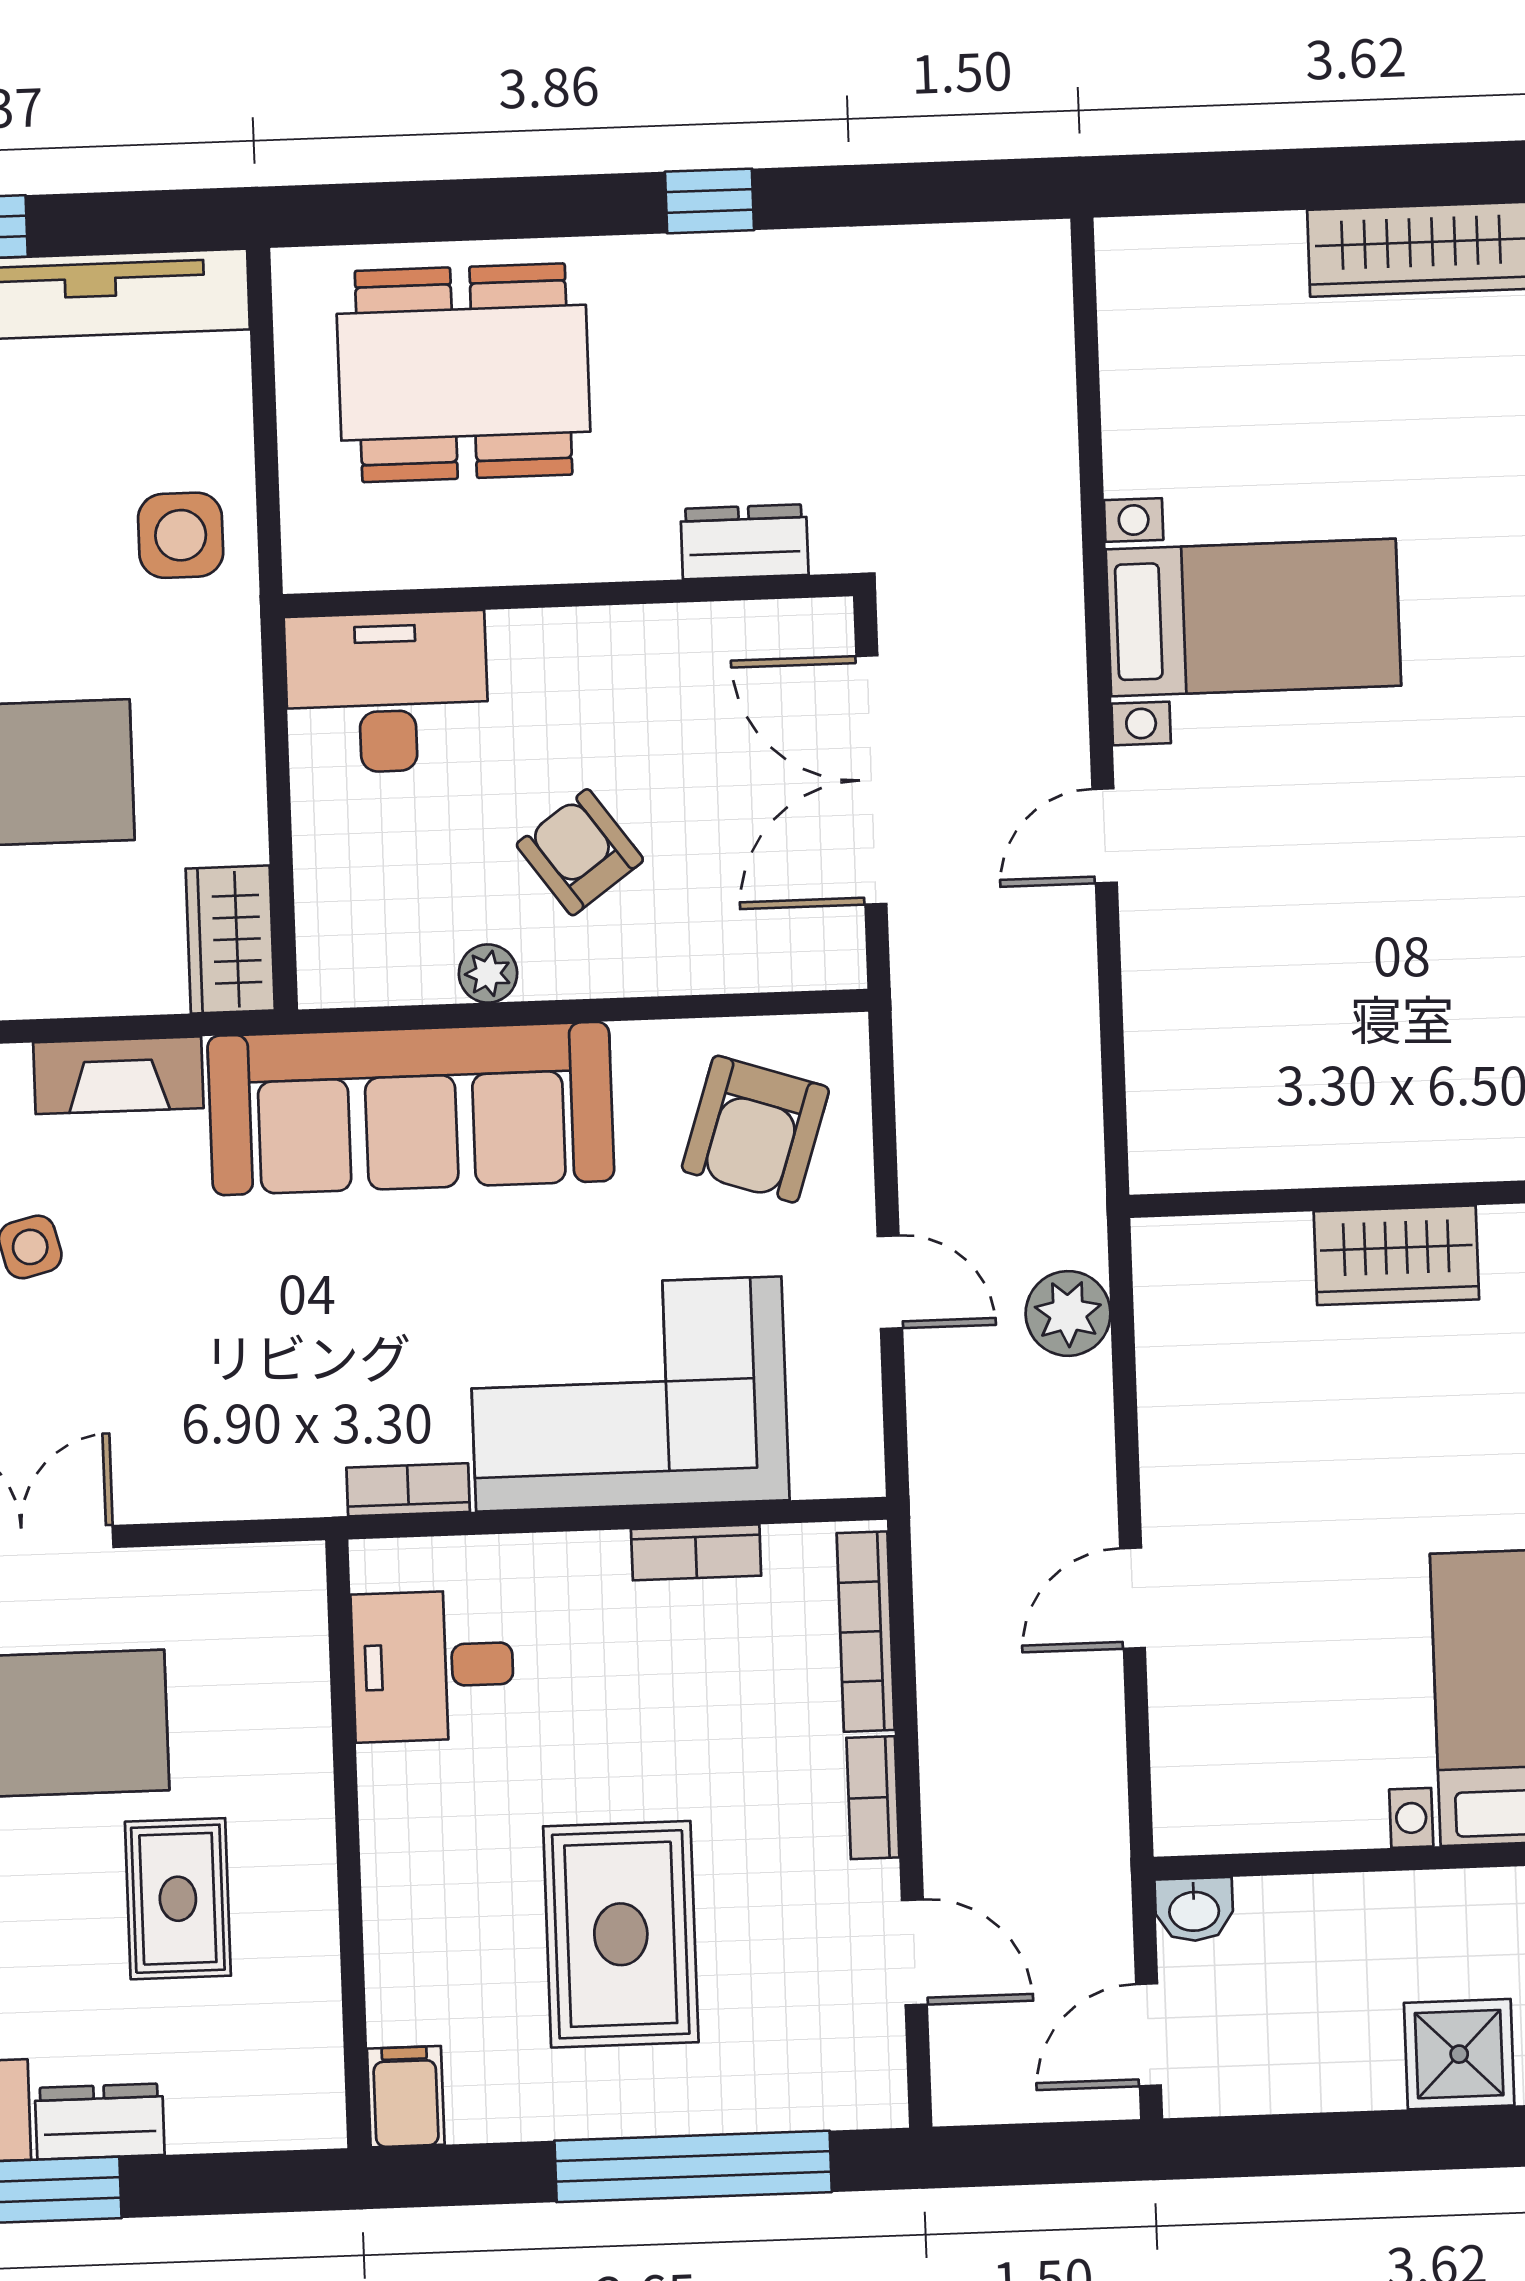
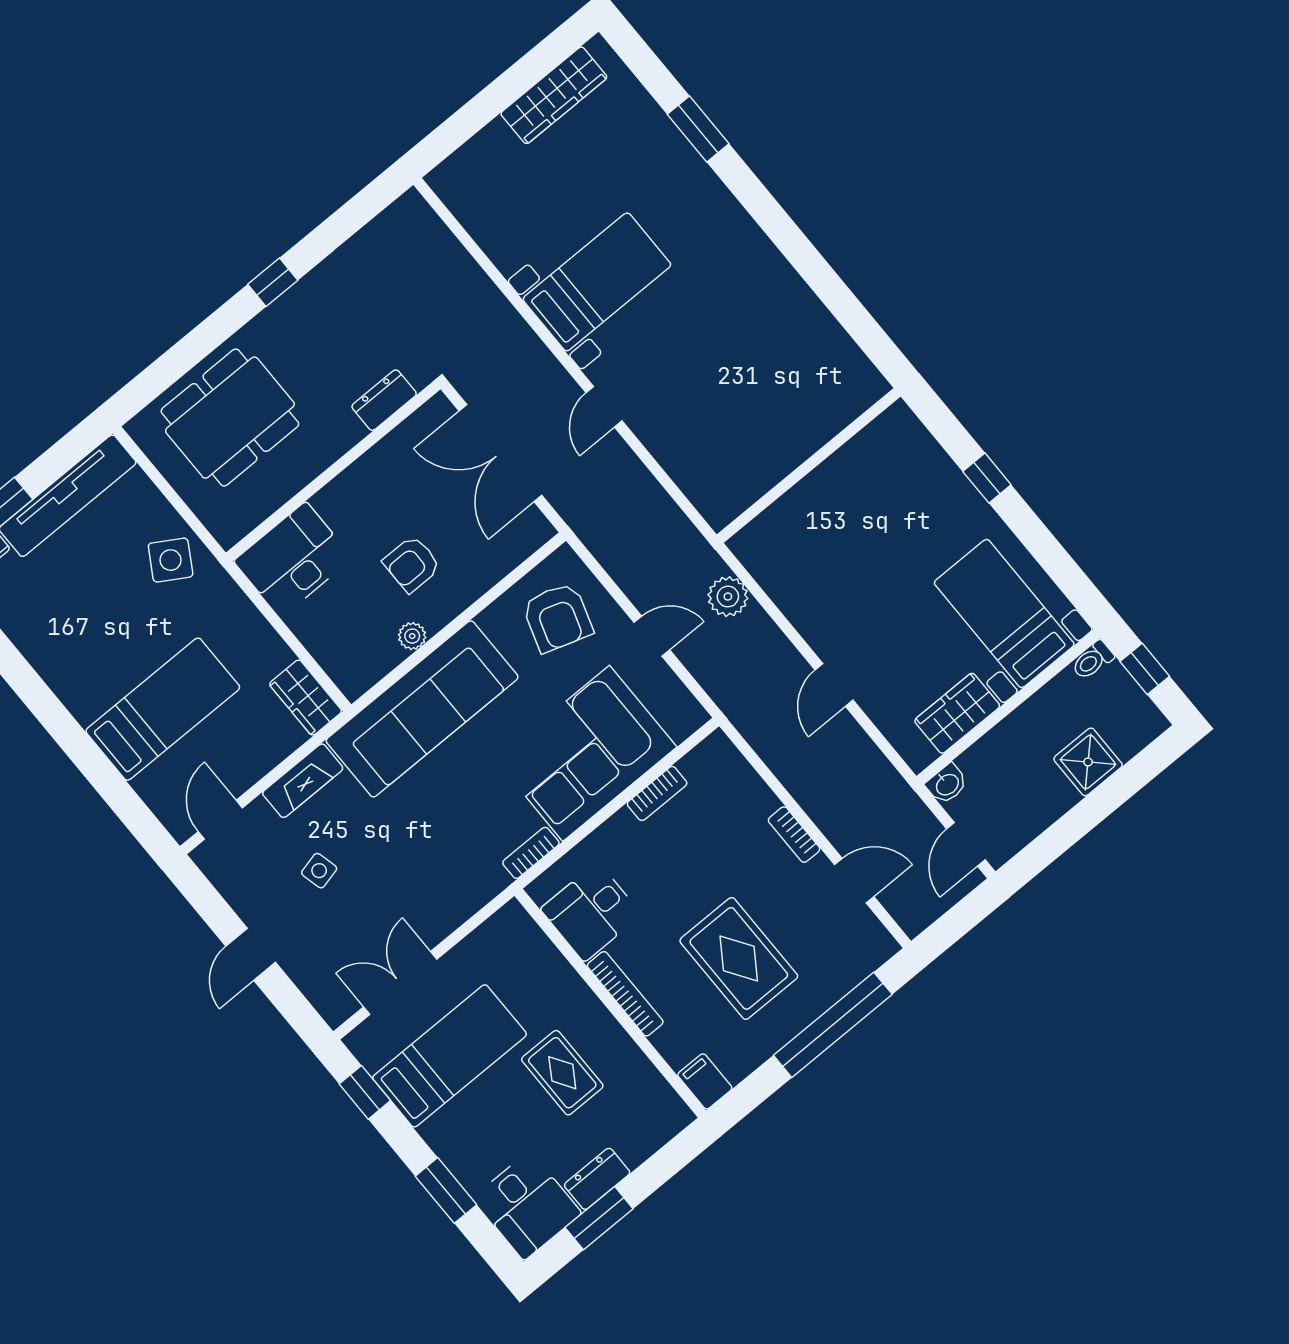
side table: (181, 535) -> (171, 560), turned 31
armchair: (580, 852) -> (412, 564), turned -54
wardrobe: (1396, 1255) -> (957, 713), moved, turned 180
bookcase: (866, 1632) -> (625, 994), moved, turned 180

